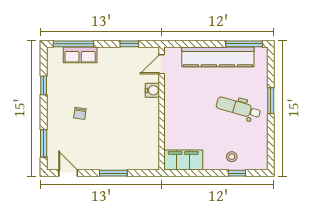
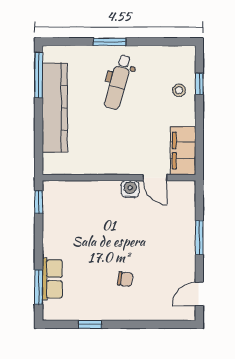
window: (74, 44) -> (39, 287), width x0.69
window: (129, 44) -> (39, 202), moved
door: (162, 64) -> (155, 178), moved
water cooler: (152, 90) -> (130, 189), moved
window: (44, 143) -> (162, 324), removed

